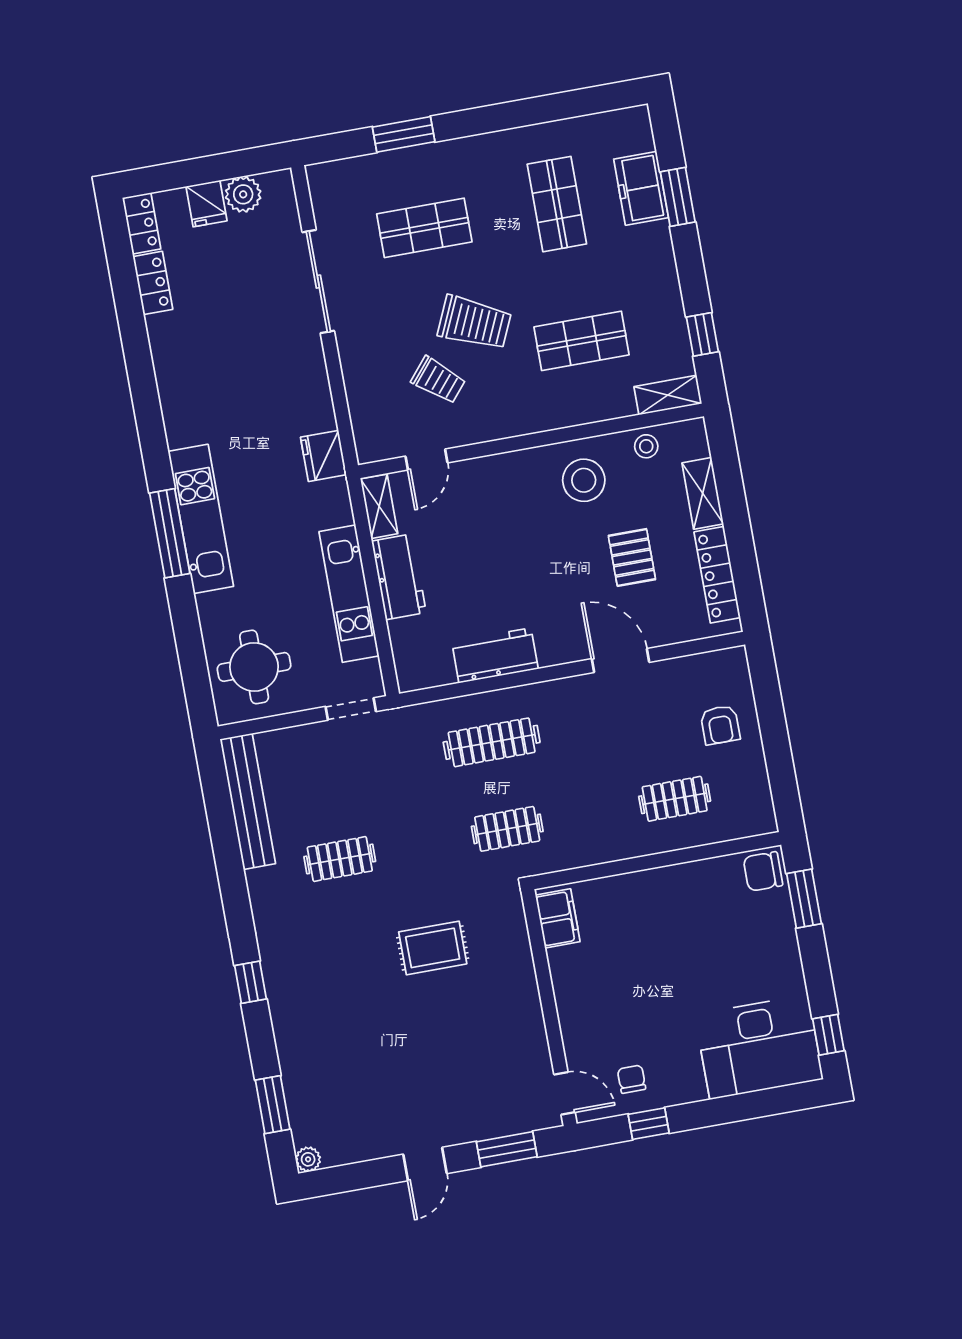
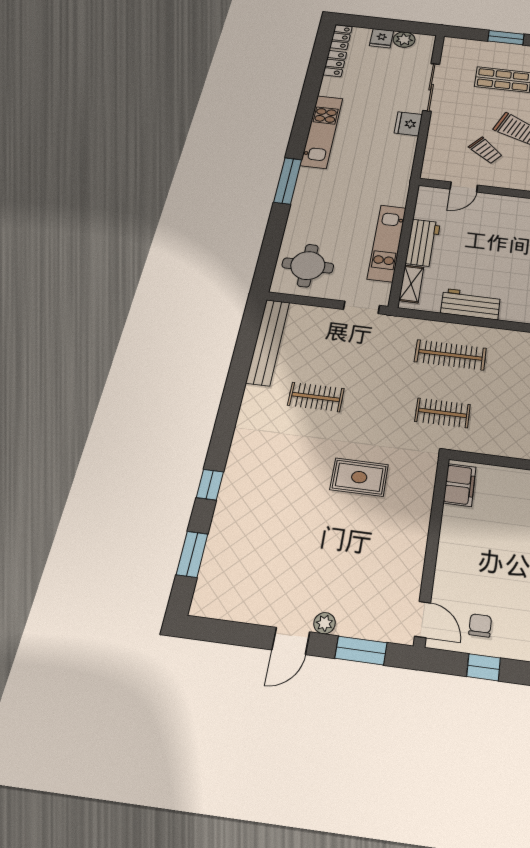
fridge: (323, 456) -> (408, 124), moved
shelving: (379, 506) -> (411, 284), moved
kitchen unit: (201, 519) -> (322, 131), moved
window: (251, 982) -> (210, 485), moved
plant: (308, 1159) -> (325, 623), moved

